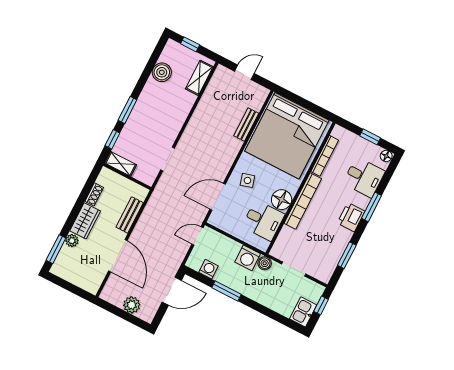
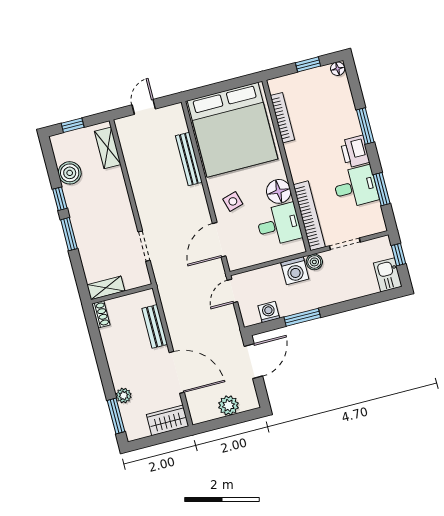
bench: (246, 125) -> (189, 159), width x1.36
window: (112, 139) -> (60, 199), moved
desk: (364, 177) -> (356, 187), moved
shoe rack: (94, 194) -> (101, 314), moved
bookcase: (303, 201) -> (309, 216), moved
wardrobe: (85, 221) -> (168, 420), moved, turned -90

